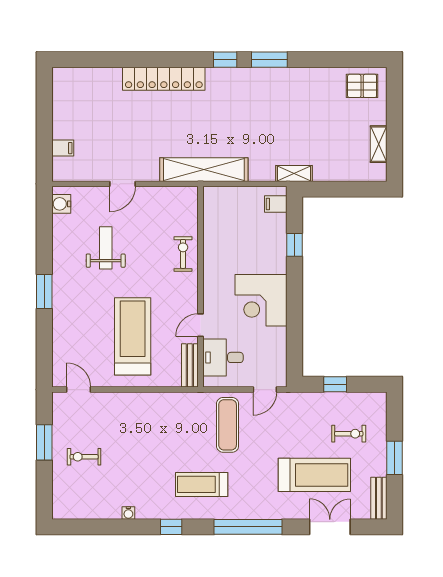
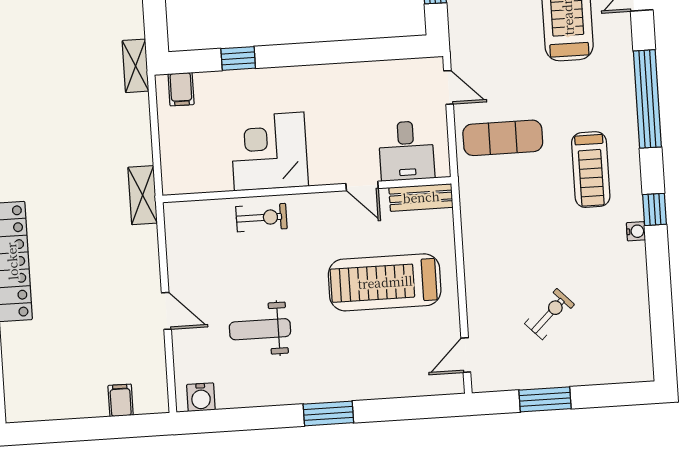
shelving: (204, 170) -> (143, 195), width x0.45, depth x0.75
exercise bike: (183, 254) -> (261, 218), turned 180
corner desk: (261, 300) -> (269, 151), moved, turned 180
exercise bike: (84, 457) -> (550, 314), moved, turned -134
water cooler: (128, 513) -> (636, 231), moved

